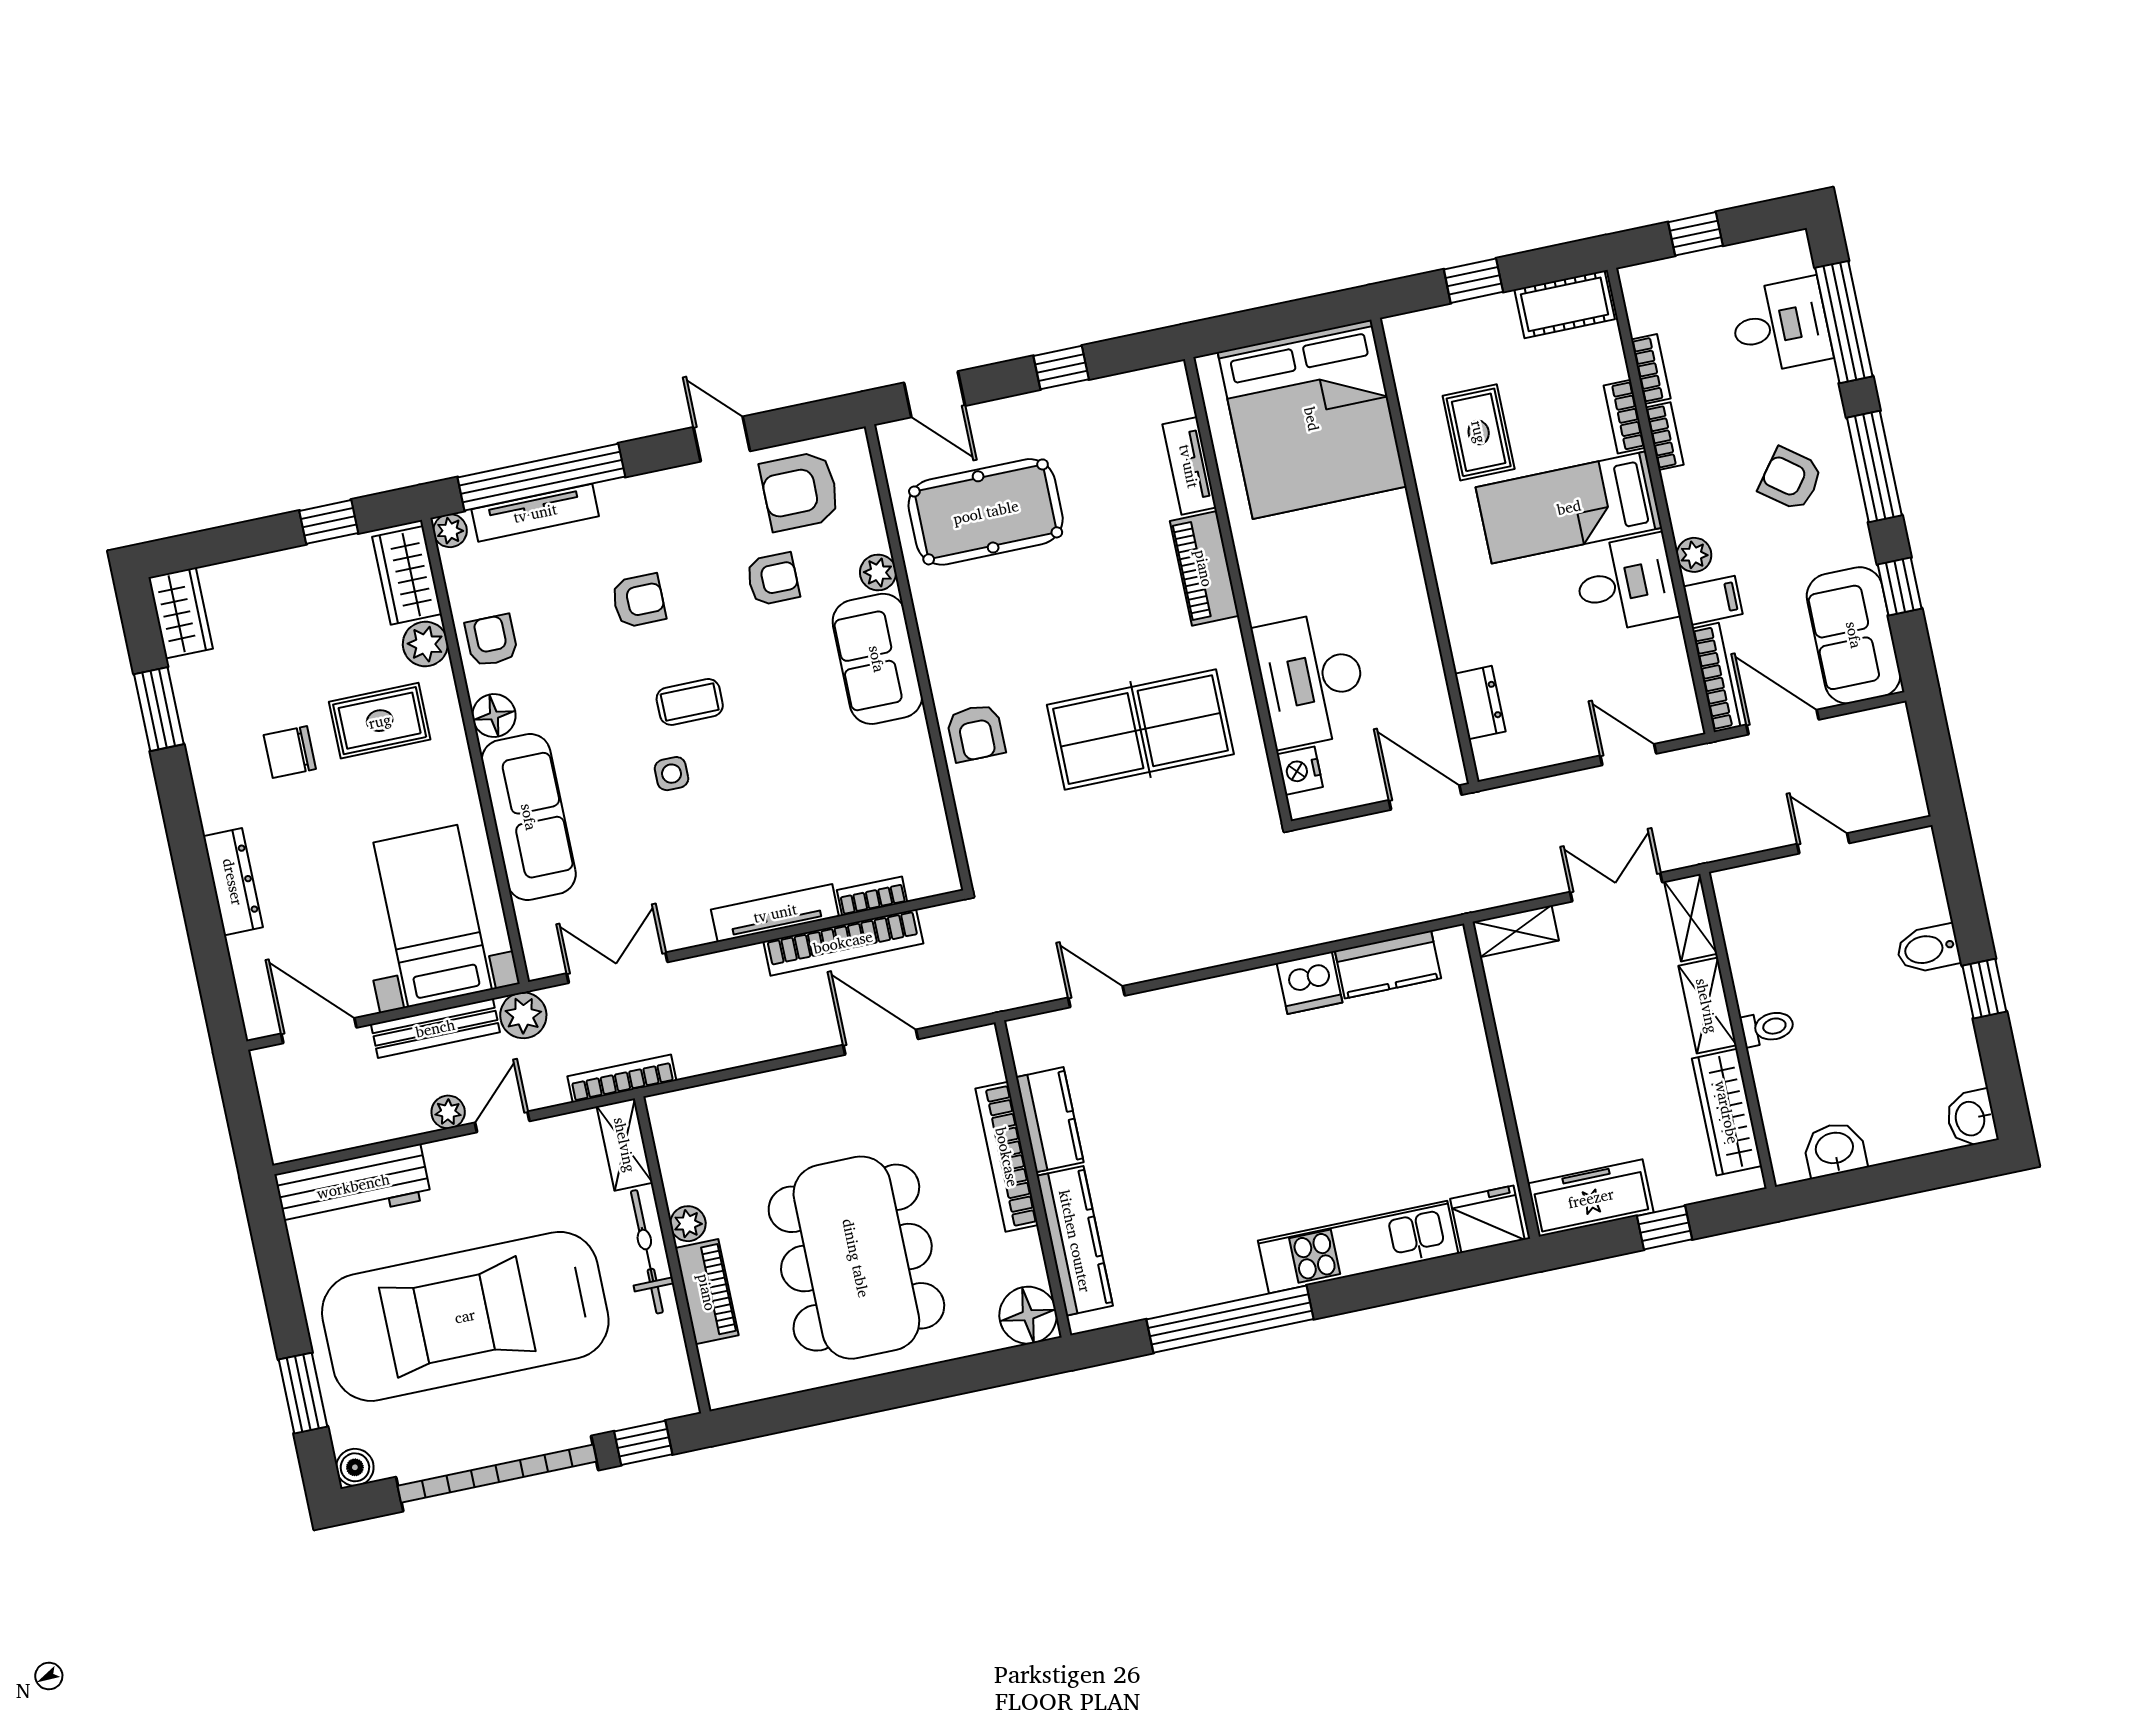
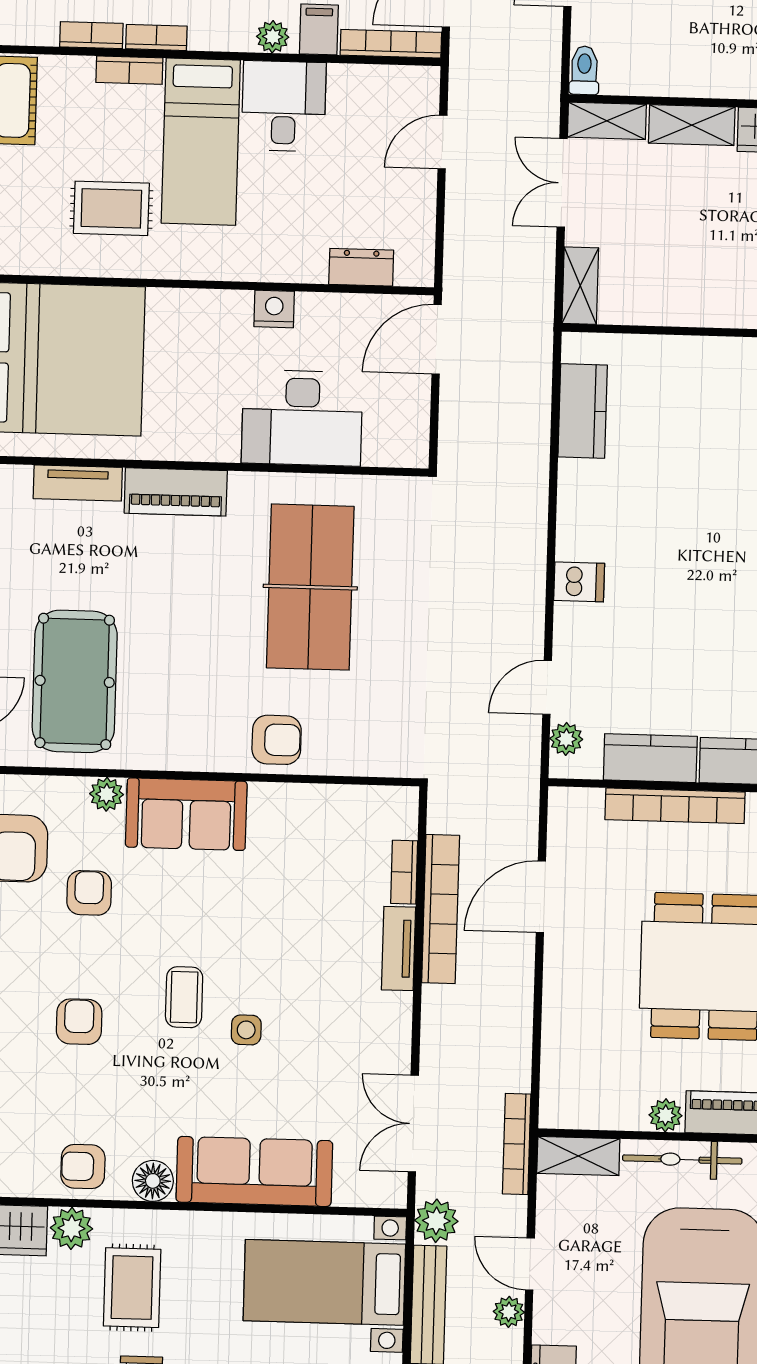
nightstand: (1300, 771) -> (274, 309), moved, turned 180
tv unit: (775, 913) -> (399, 948), width x0.71
dishwasher: (1310, 983) -> (579, 582), moved, width x0.73
toilet: (1767, 1028) -> (584, 70), moved
plant: (1048, 1029) -> (566, 739), added

